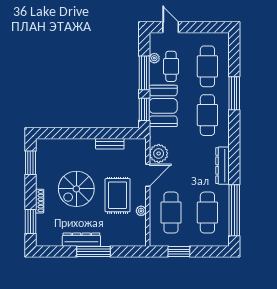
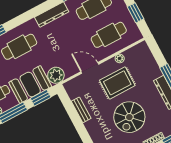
plant: (159, 153) -> (56, 75), moved
spiral stairs: (76, 189) -> (129, 117), turned 90

